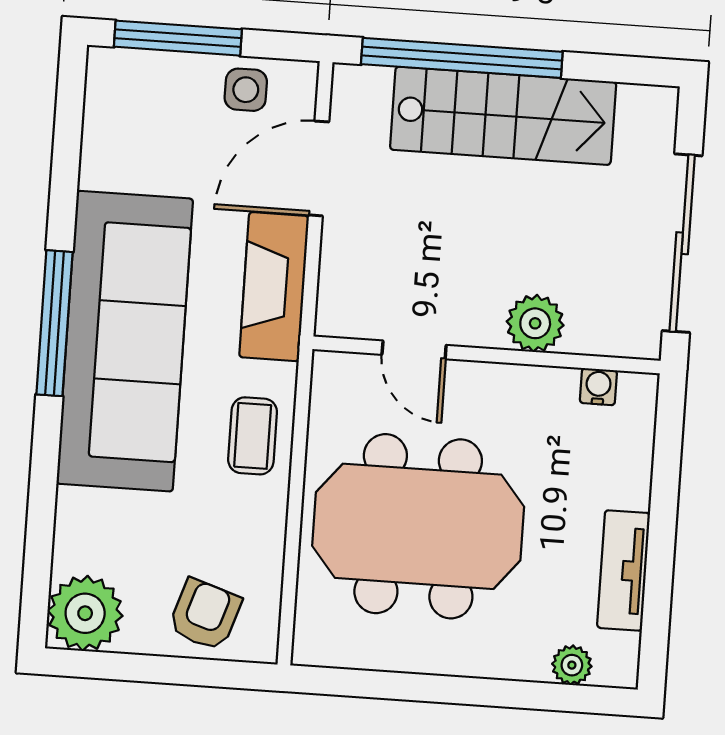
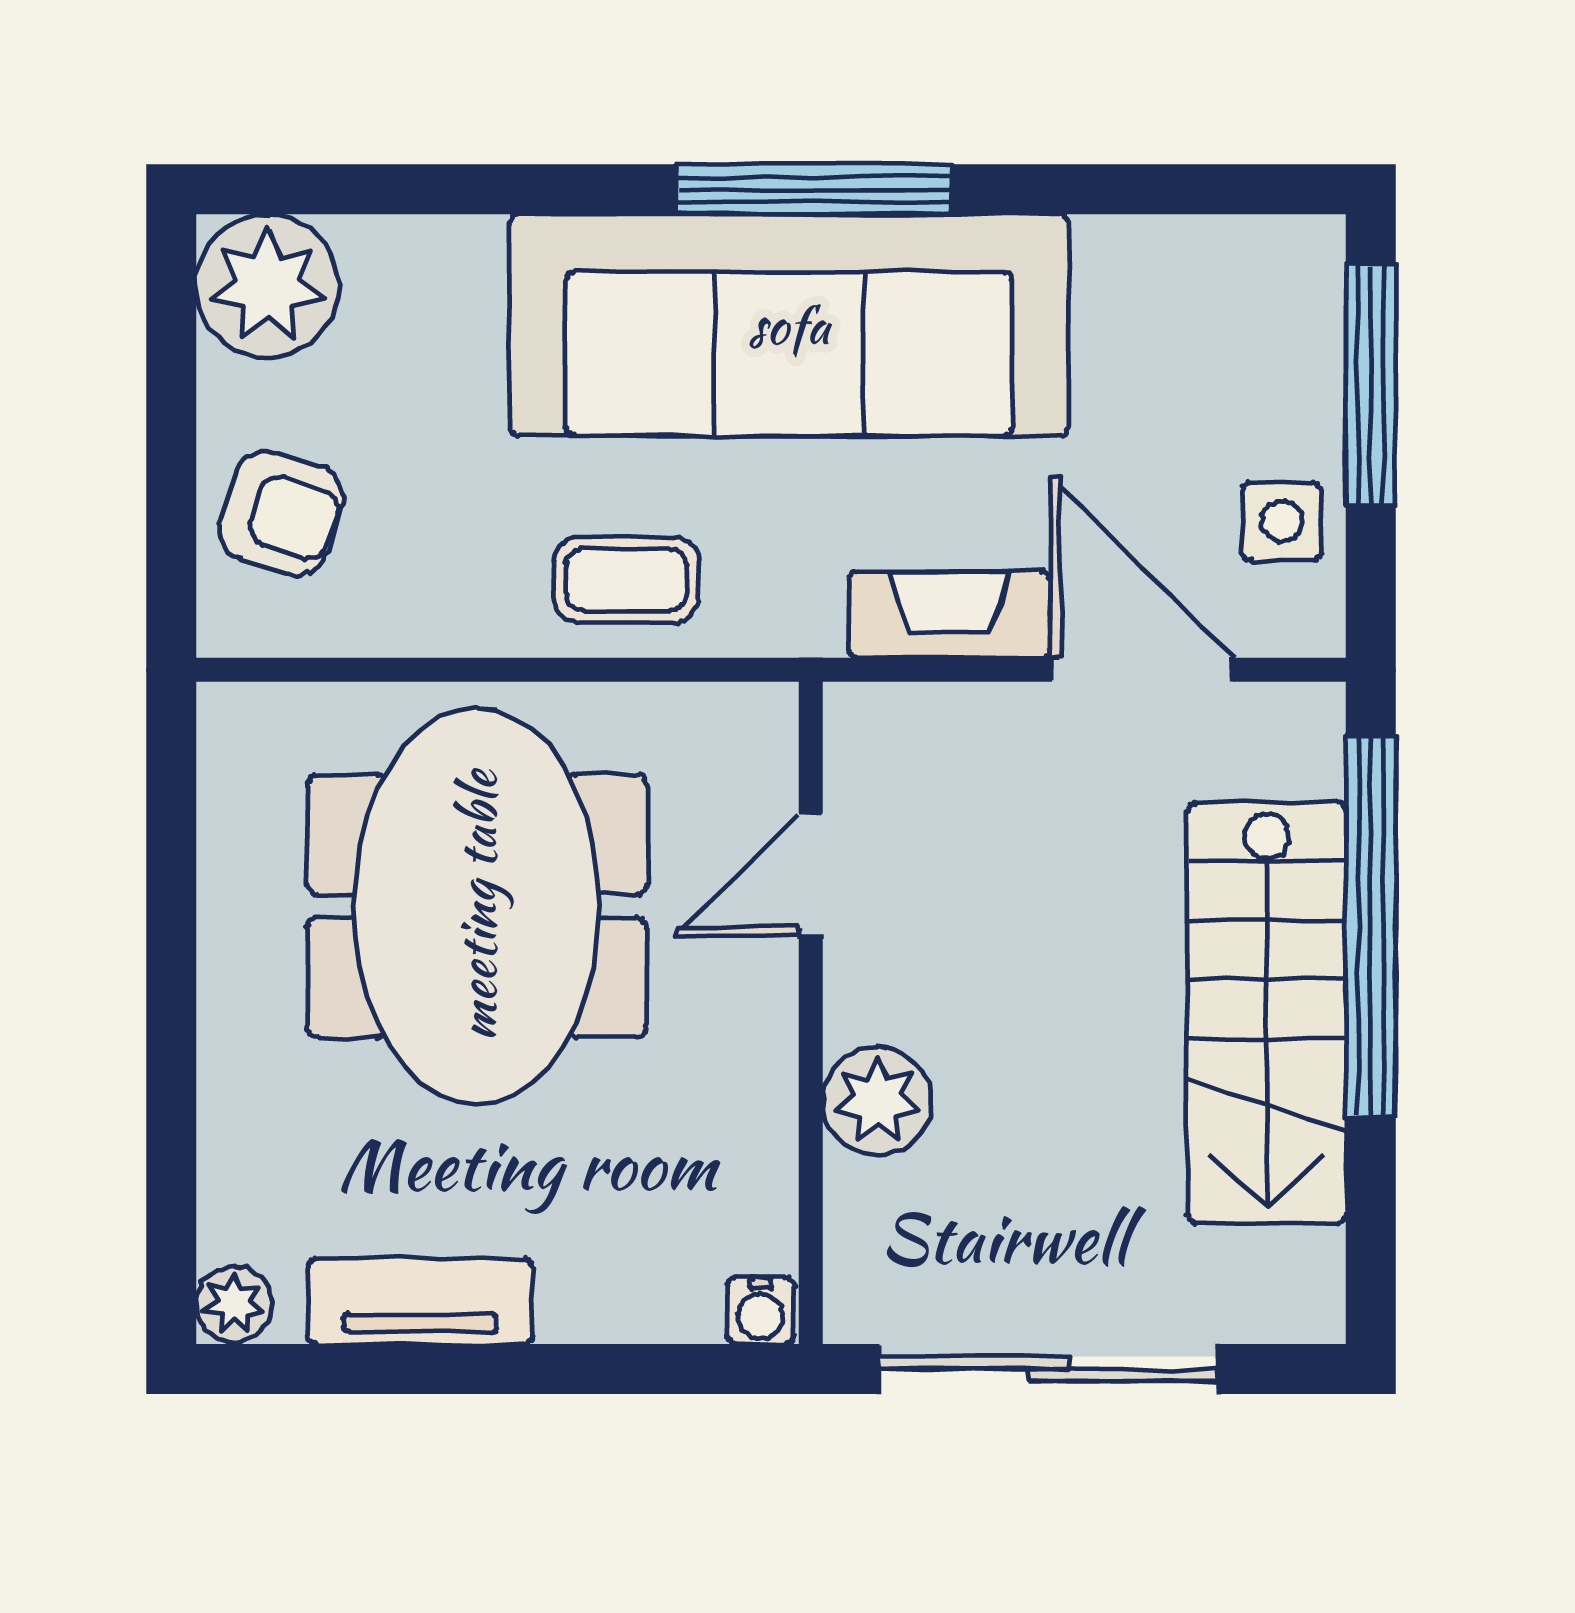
fireplace: (274, 287) -> (950, 615), width x0.73, depth x0.76
water cooler: (598, 387) -> (760, 1311), moved, turned 90
plant: (572, 665) -> (234, 1304), moved

